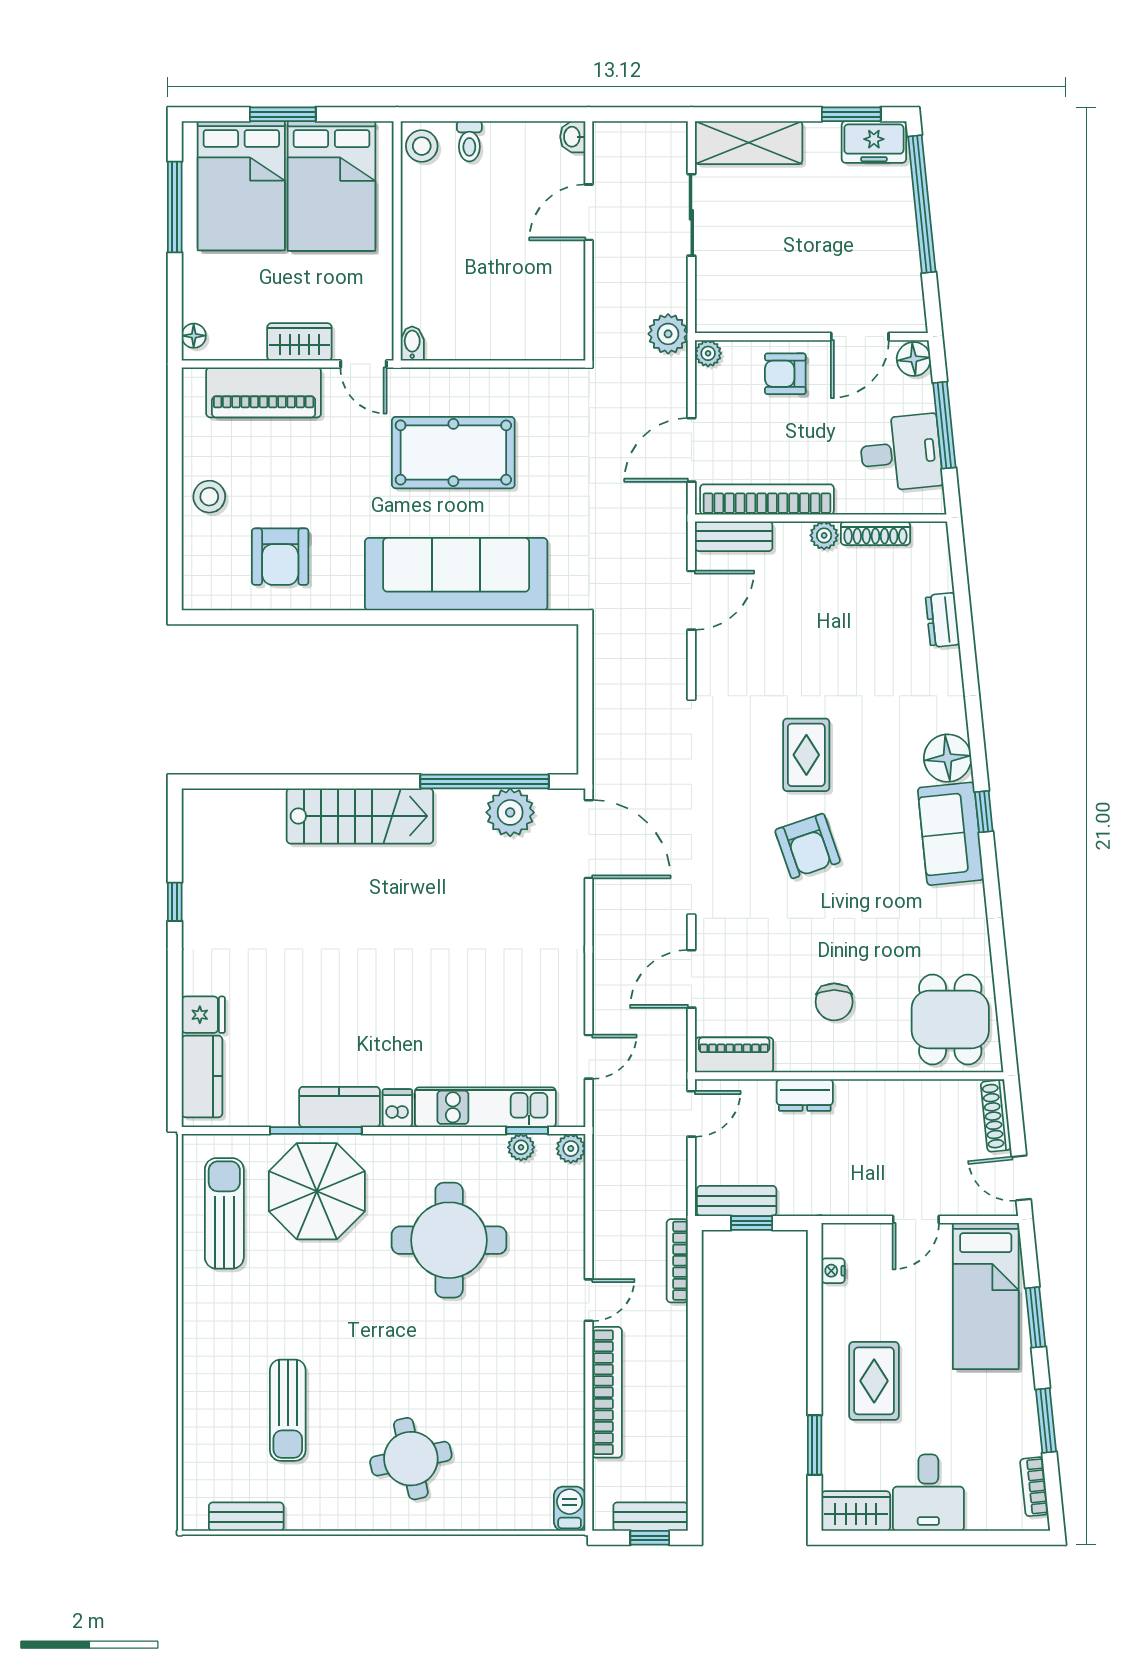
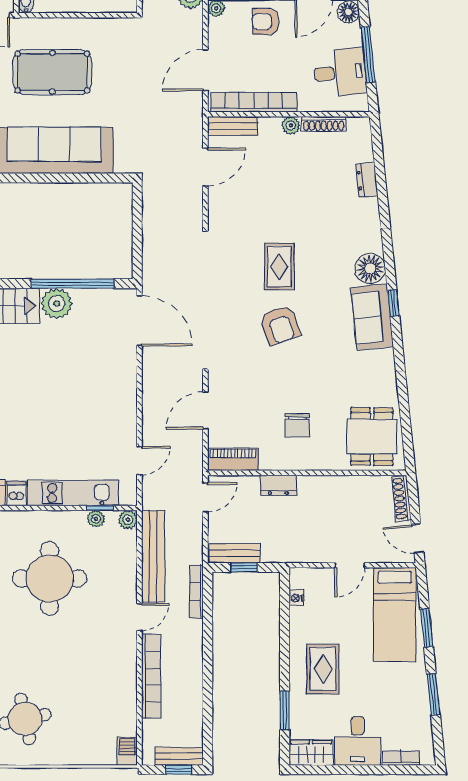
plant: (510, 812) -> (57, 303), moved
bench: (610, 1206) -> (153, 556), added
bookcase: (1034, 1487) -> (401, 758), moved, turned 96

